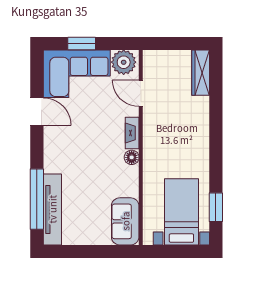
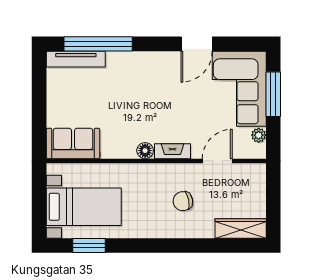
window: (82, 44) -> (273, 94), width x1.44
plant: (124, 62) -> (259, 135), width x0.53, depth x0.53
chair: (176, 124) -> (183, 201), added
tv unit: (52, 209) -> (76, 59), width x0.73, depth x0.78

